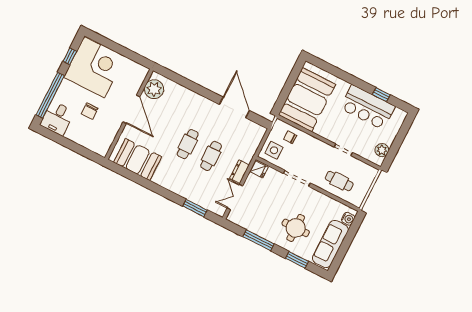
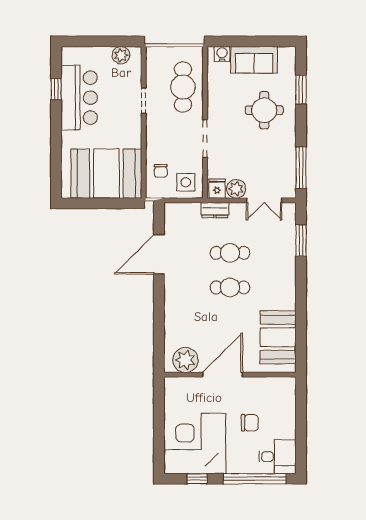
dresser: (239, 172) -> (215, 210), moved
cafe table: (339, 181) -> (183, 87), width x1.37, depth x1.35
plant: (252, 182) -> (236, 189), added
window: (258, 240) -> (301, 168), moved
sofa: (330, 244) -> (254, 60), width x0.73

